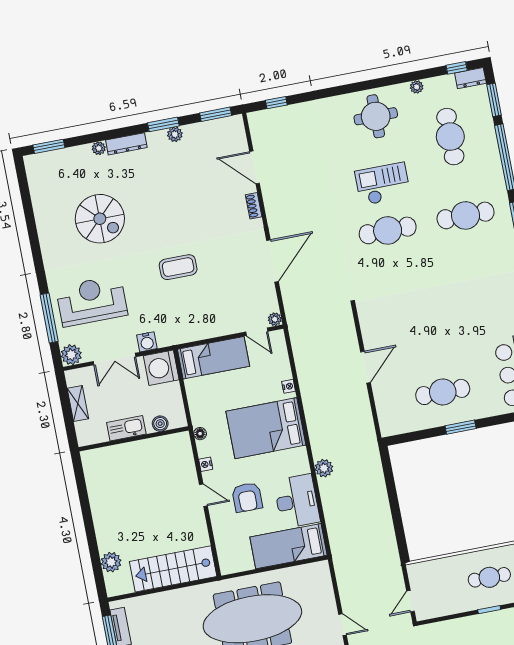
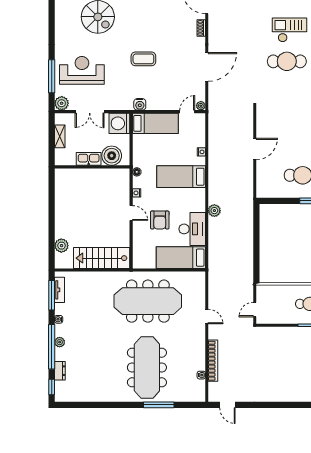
door: (257, 332) -> (187, 112), swing flipped
water cooler: (147, 342) -> (140, 104), moved
boiler: (160, 424) -> (112, 156), width x1.86, depth x1.86
bed: (266, 428) -> (181, 177), width x0.67

